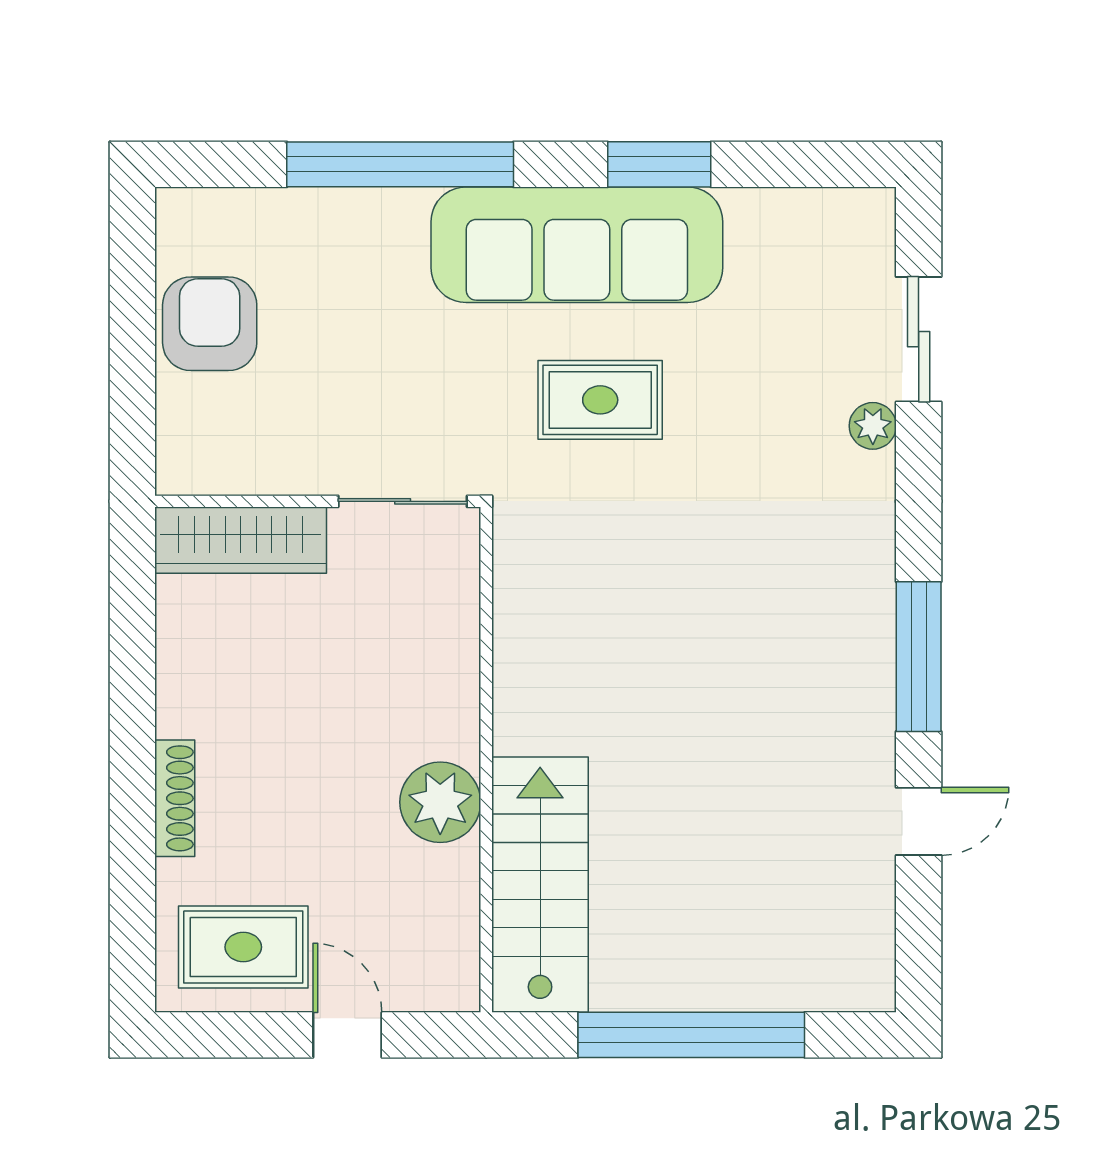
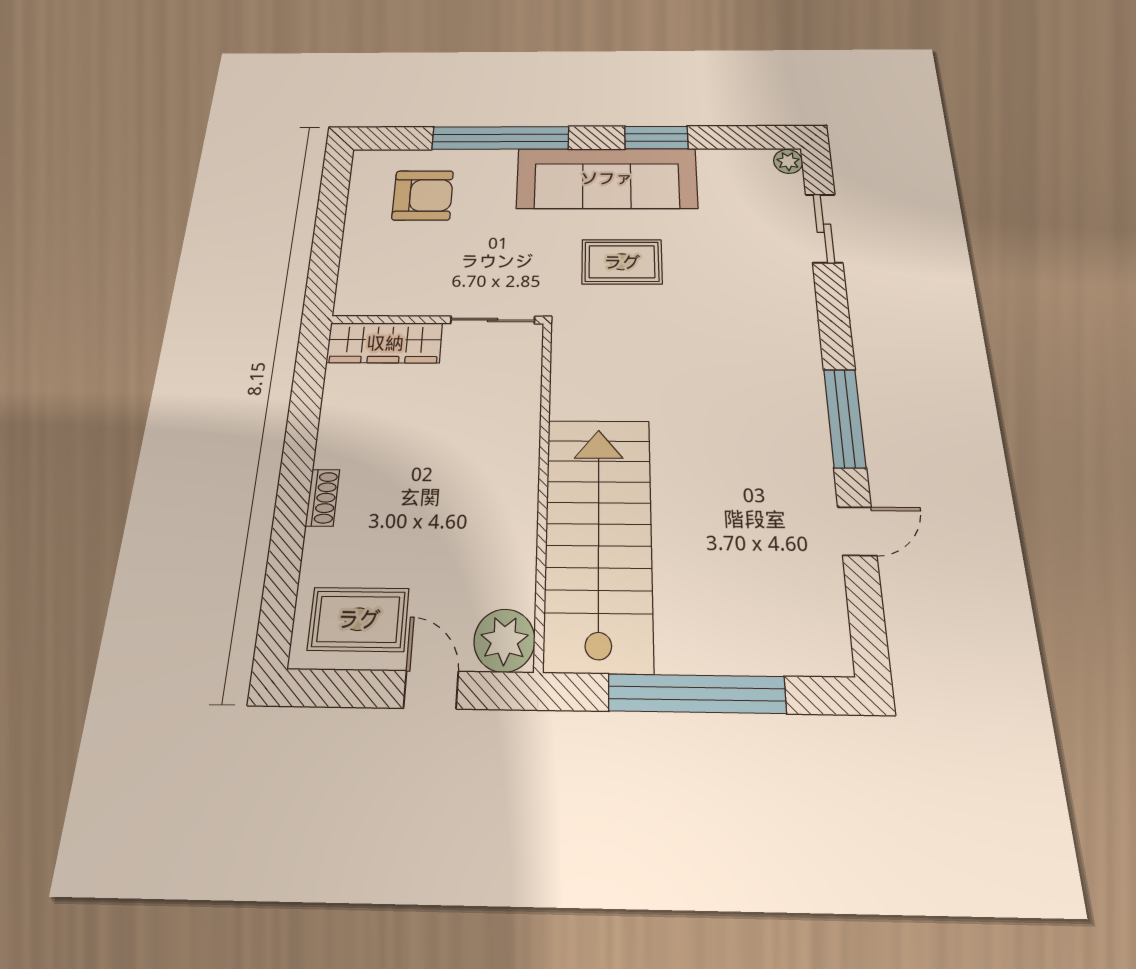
armchair: (210, 324) -> (423, 195), moved, turned 90
plant: (873, 426) -> (788, 161), moved
shoe rack: (175, 798) -> (323, 498), width x0.70
plant: (440, 802) -> (504, 641), moved
stairs: (540, 885) -> (598, 541), width x1.36, depth x1.51

